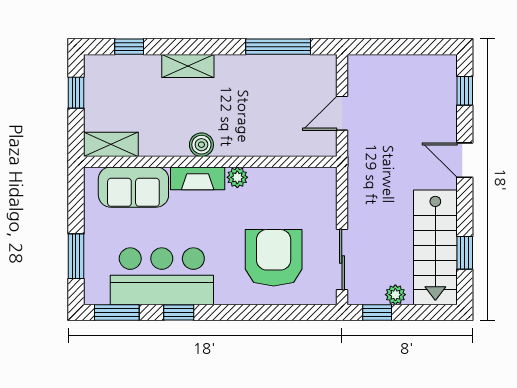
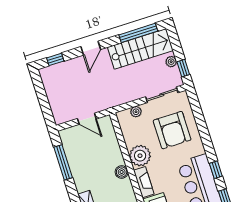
boiler: (201, 145) -> (122, 172), moved
plant: (237, 177) -> (140, 156), width x1.88, depth x1.88
plant: (327, 204) -> (136, 112), added
window: (465, 253) -> (138, 33), width x2.17
armchair: (274, 258) -> (172, 130), turned -90

